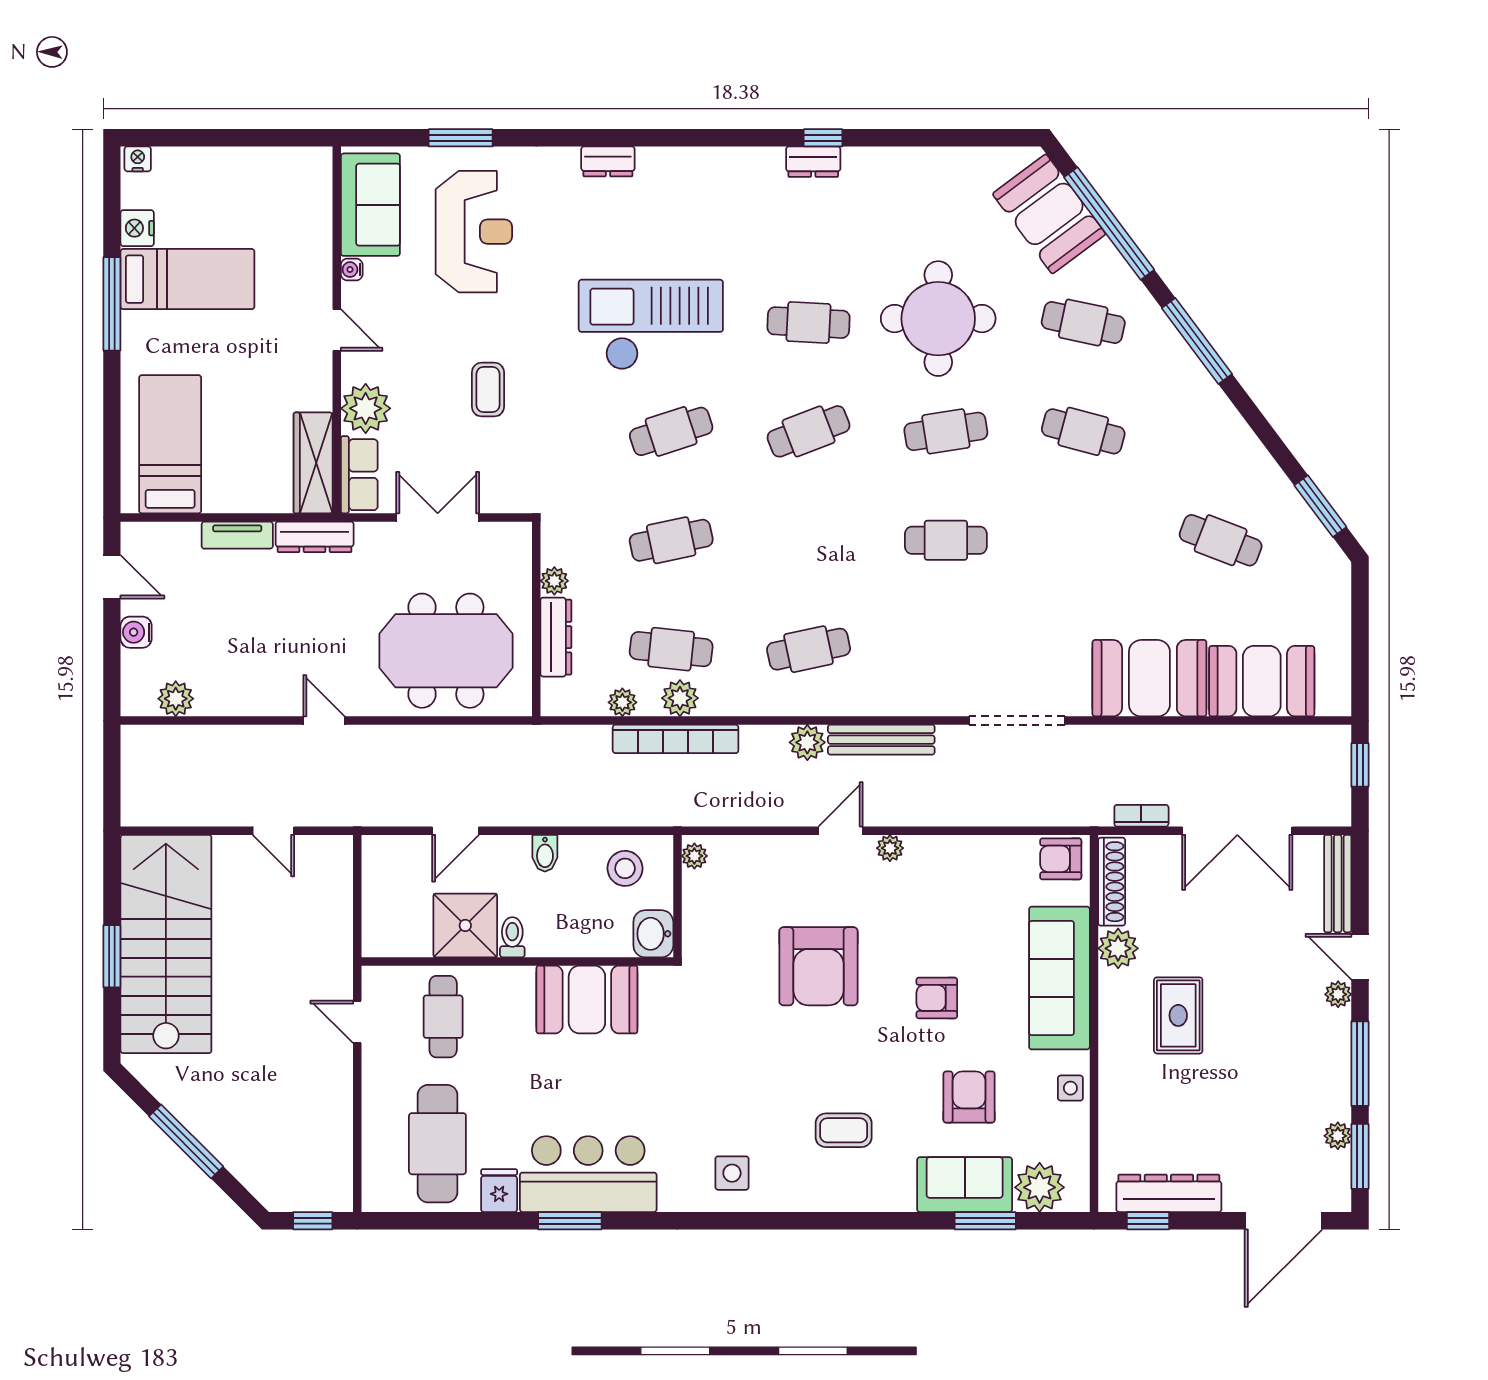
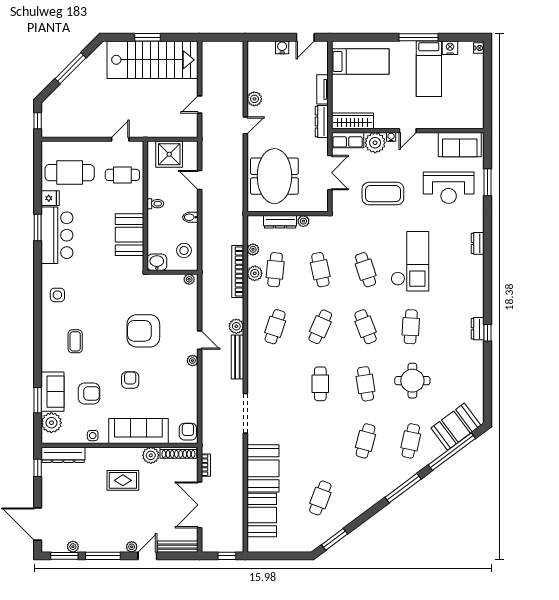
water cooler: (352, 270) -> (391, 137), moved
round table: (938, 319) -> (412, 381), width x0.73, depth x0.73
coffee table: (488, 390) -> (383, 194), width x1.86, depth x1.72
cafe table: (809, 540) -> (320, 327), added
cafe table: (809, 649) -> (275, 327), turned 30
plant: (176, 699) -> (254, 99), moved
shower: (465, 925) -> (169, 154), moved
dresser: (1169, 1193) -> (63, 455), moved, turned 90

